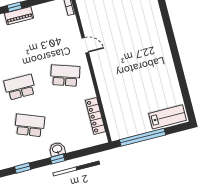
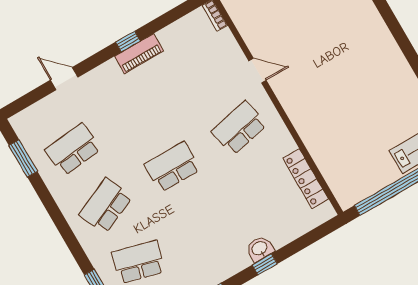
school desk: (65, 76) -> (239, 128), turned -30
school desk: (30, 125) -> (205, 223), removed

